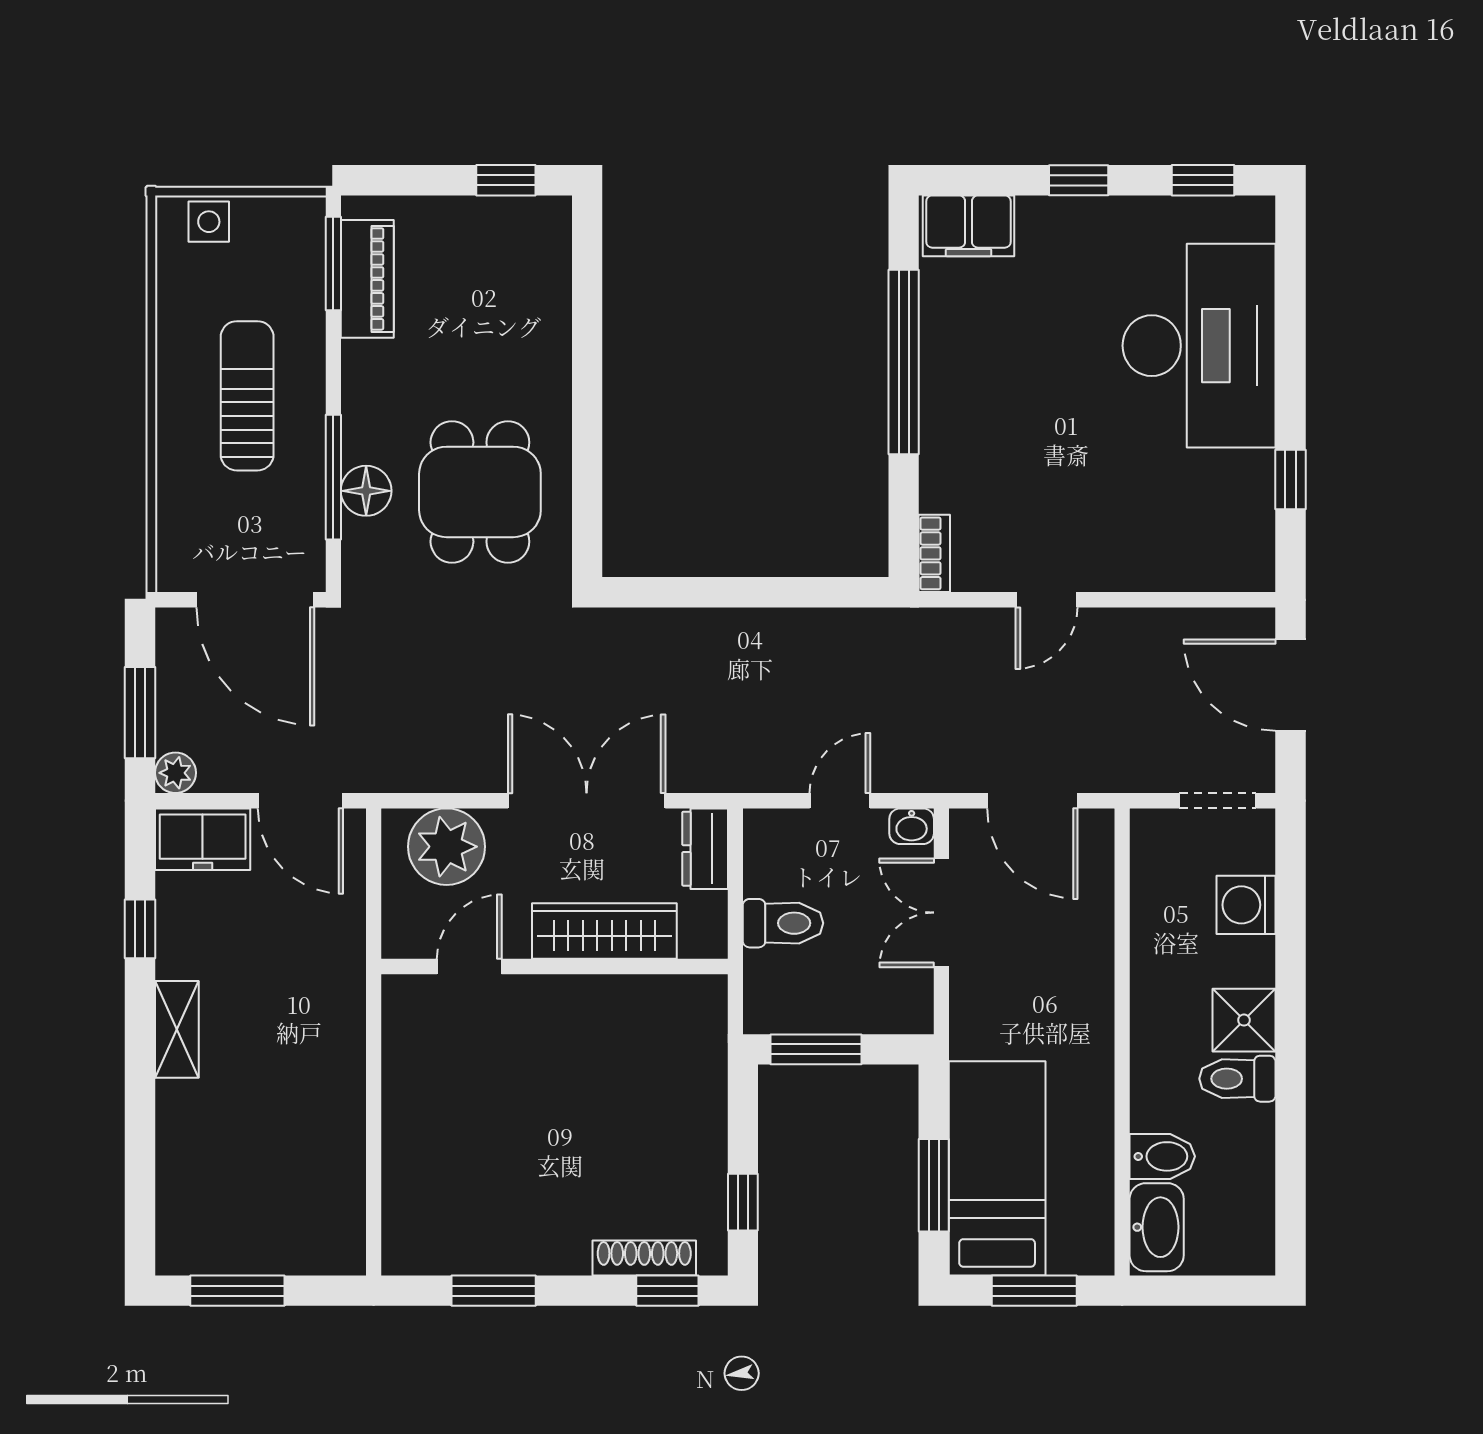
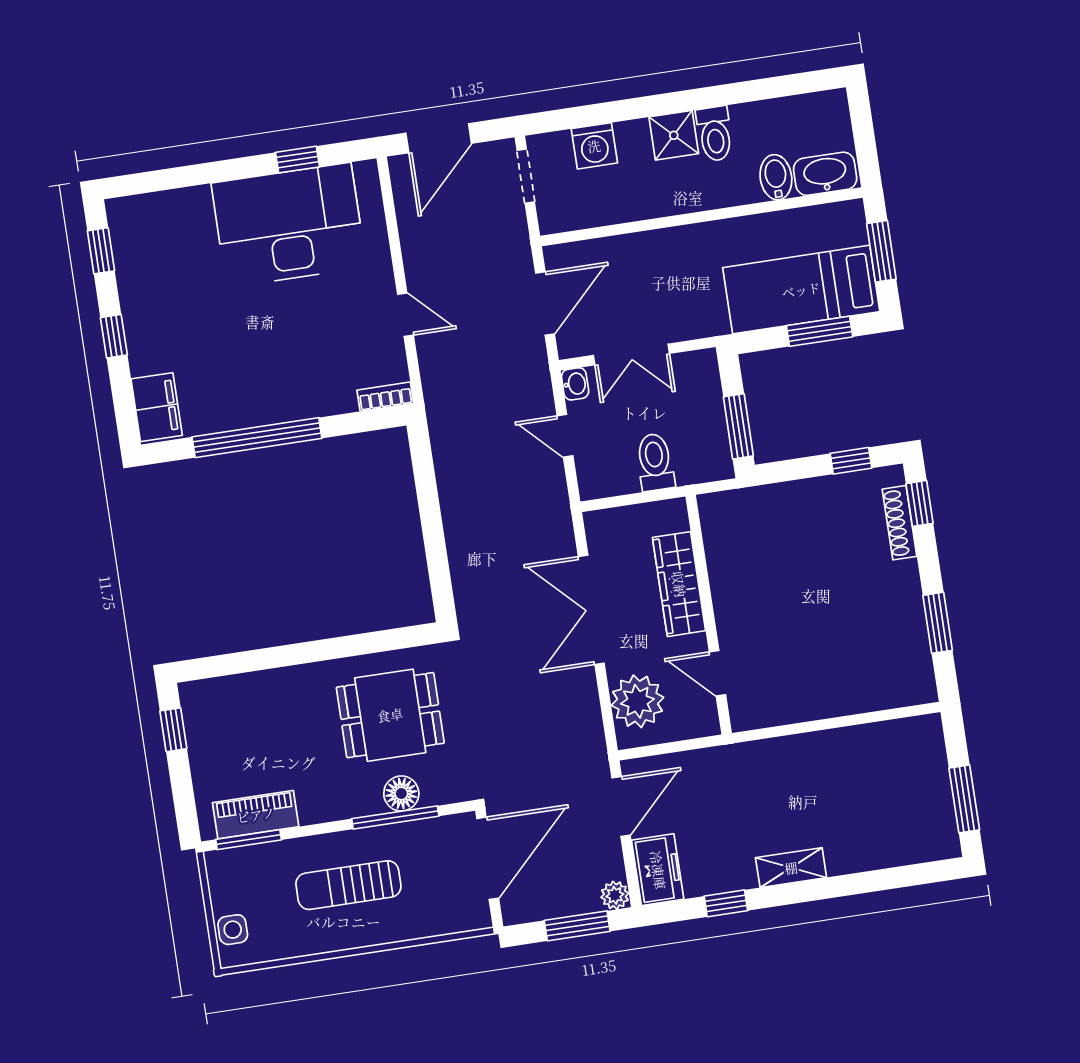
desk: (1199, 346) -> (289, 225), moved
dresser: (705, 849) -> (612, 523), removed

